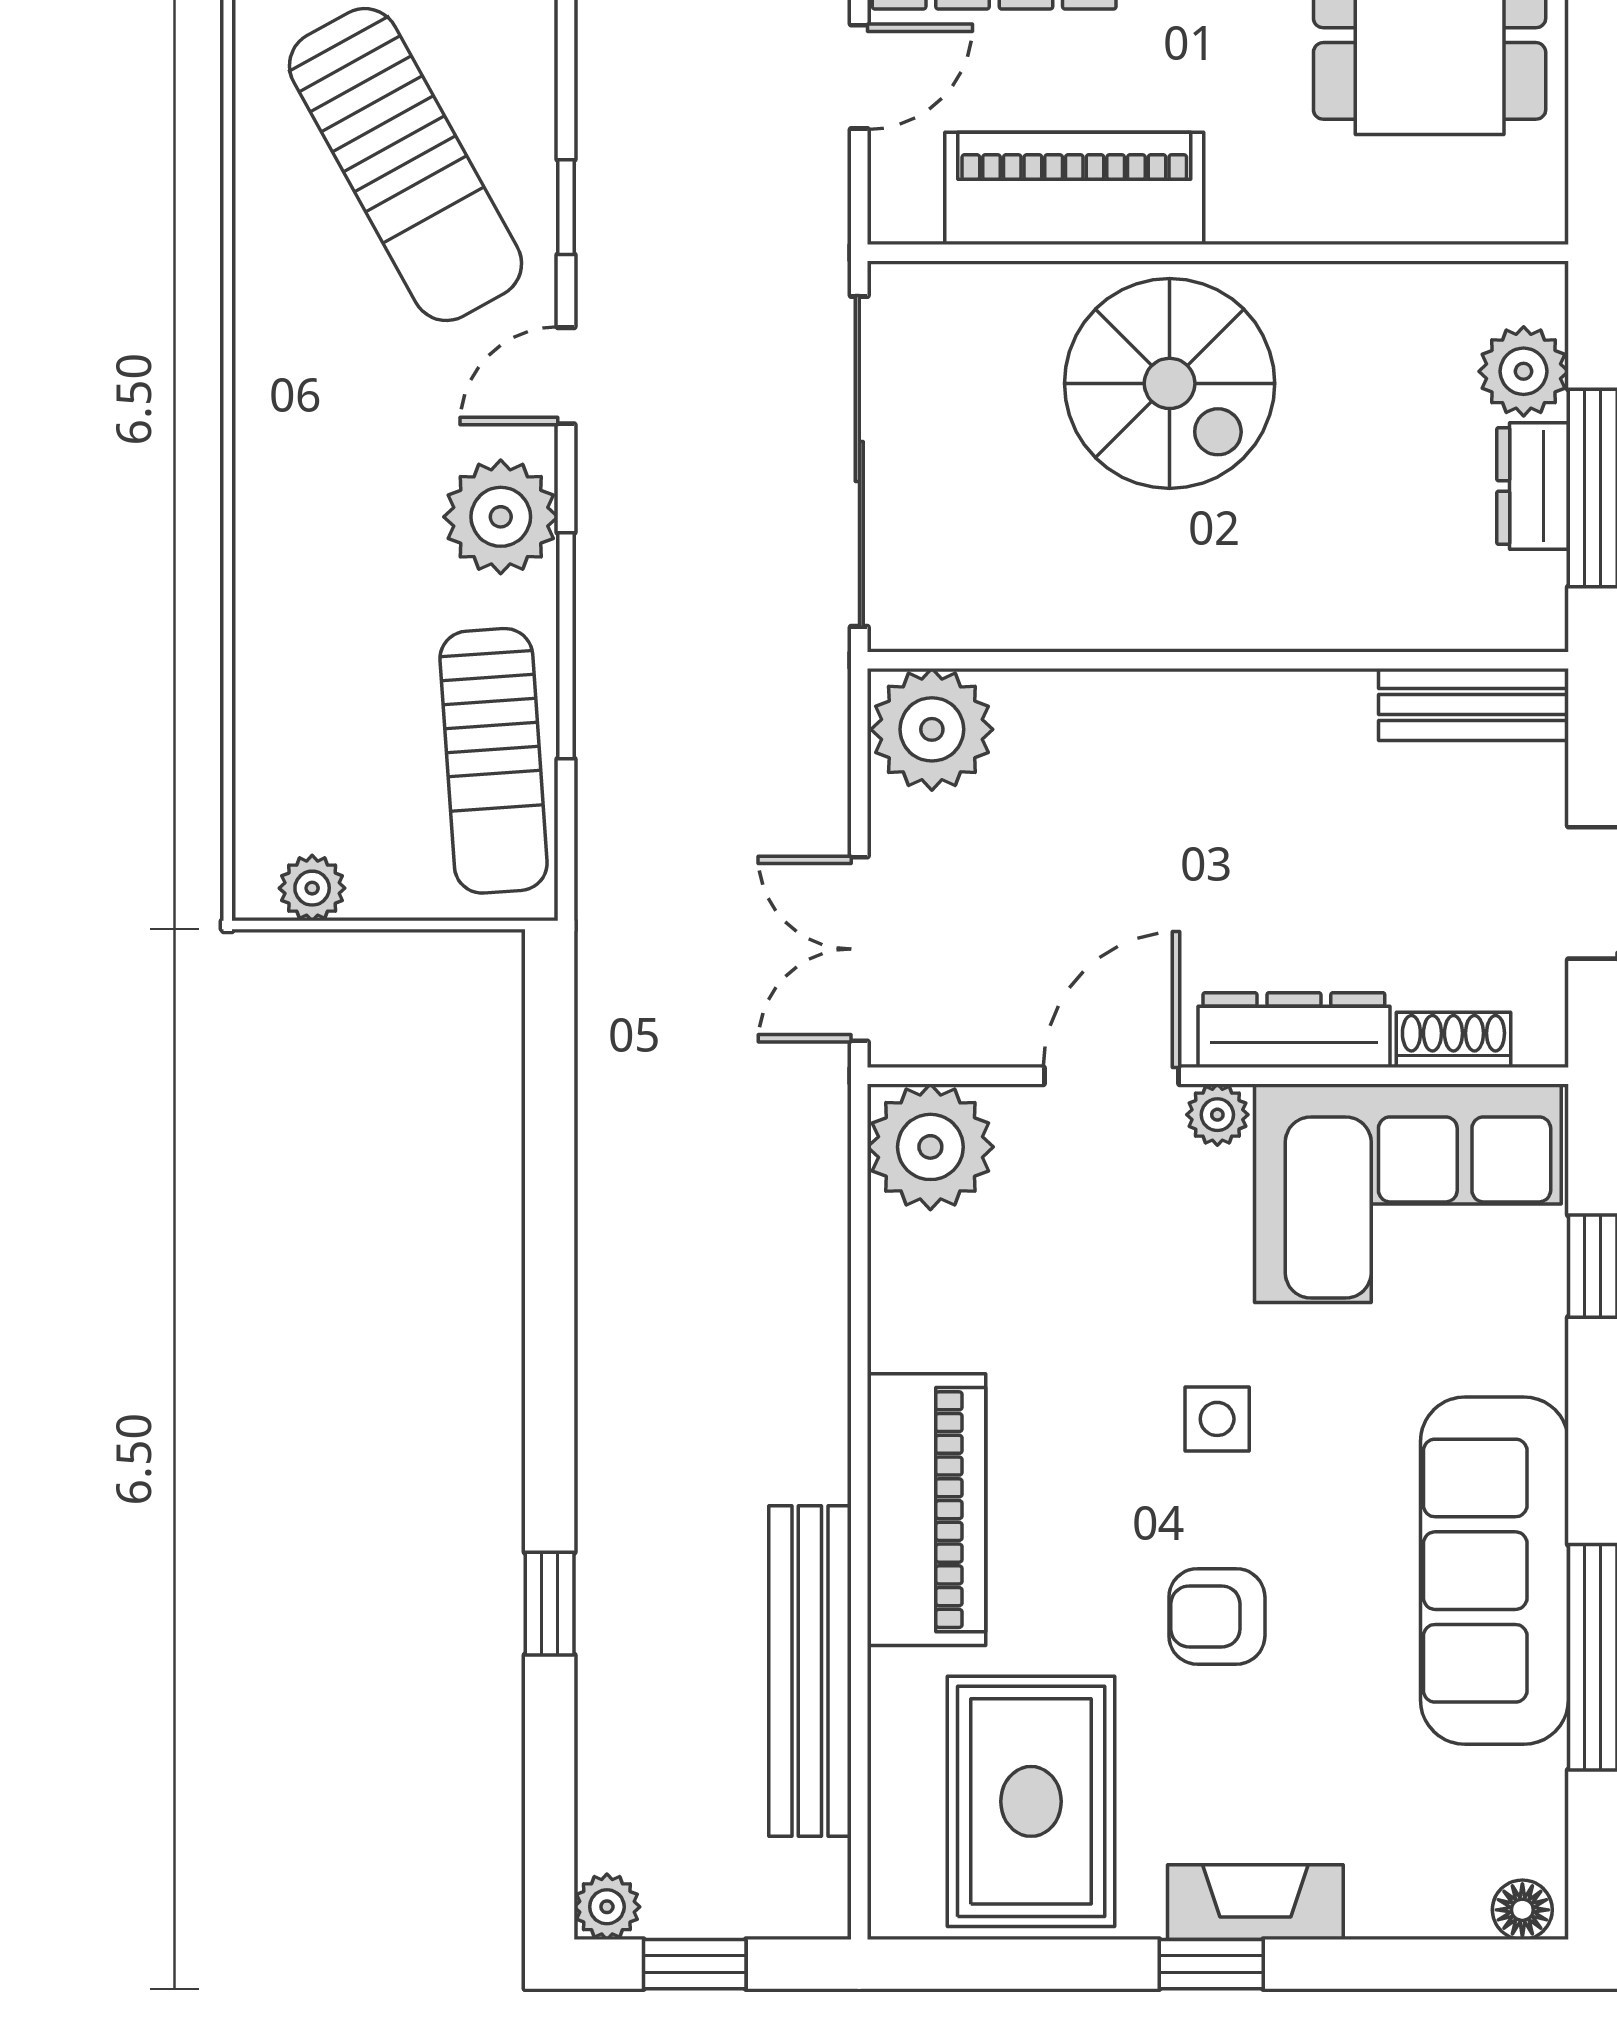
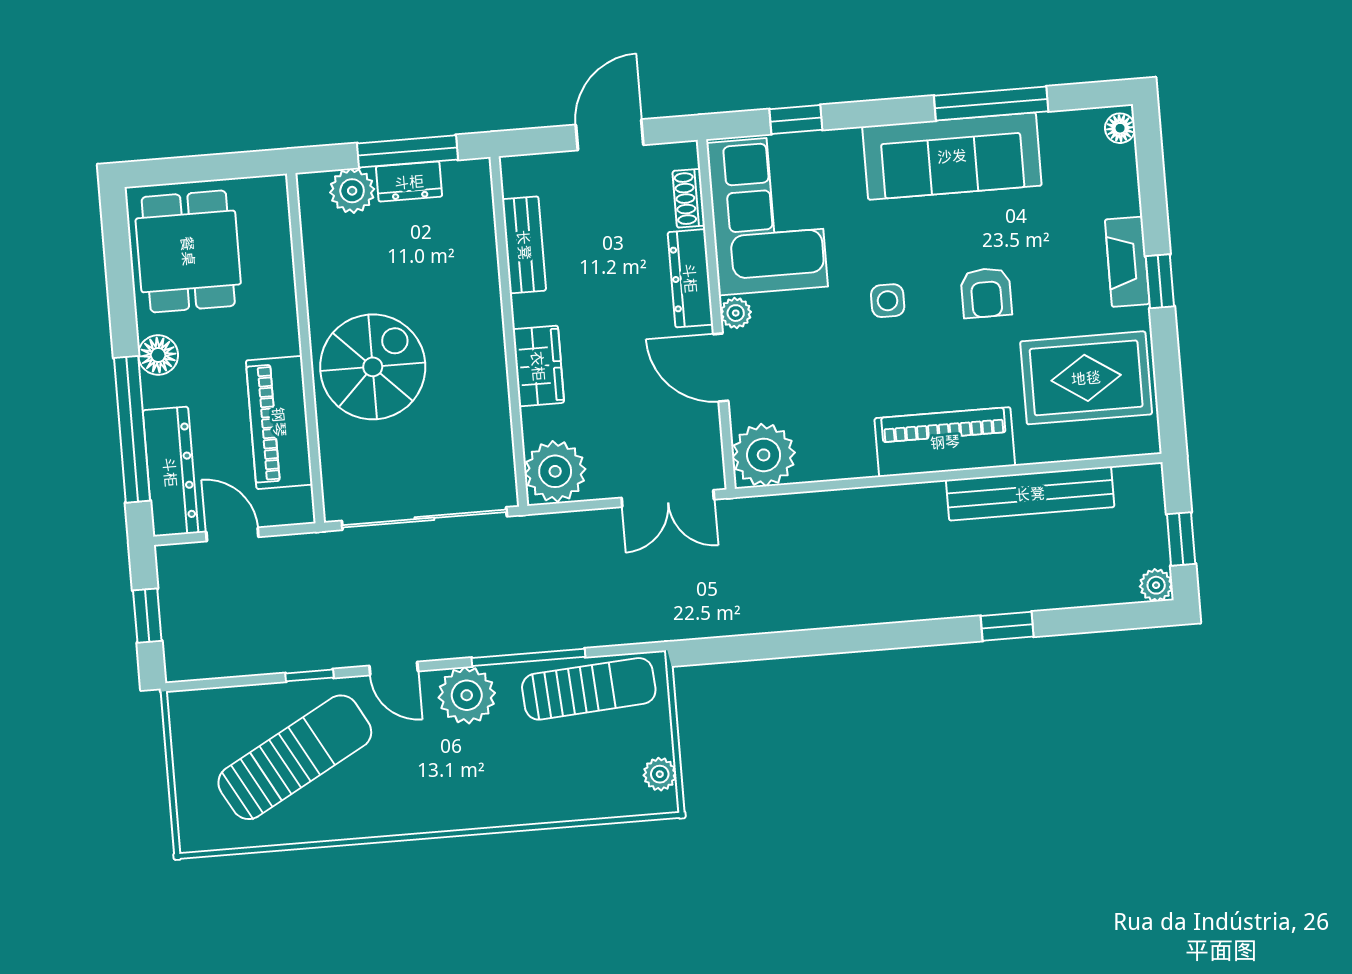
bench: (1474, 705) -> (524, 245), moved
wardrobe: (1144, 713) -> (538, 366), added

